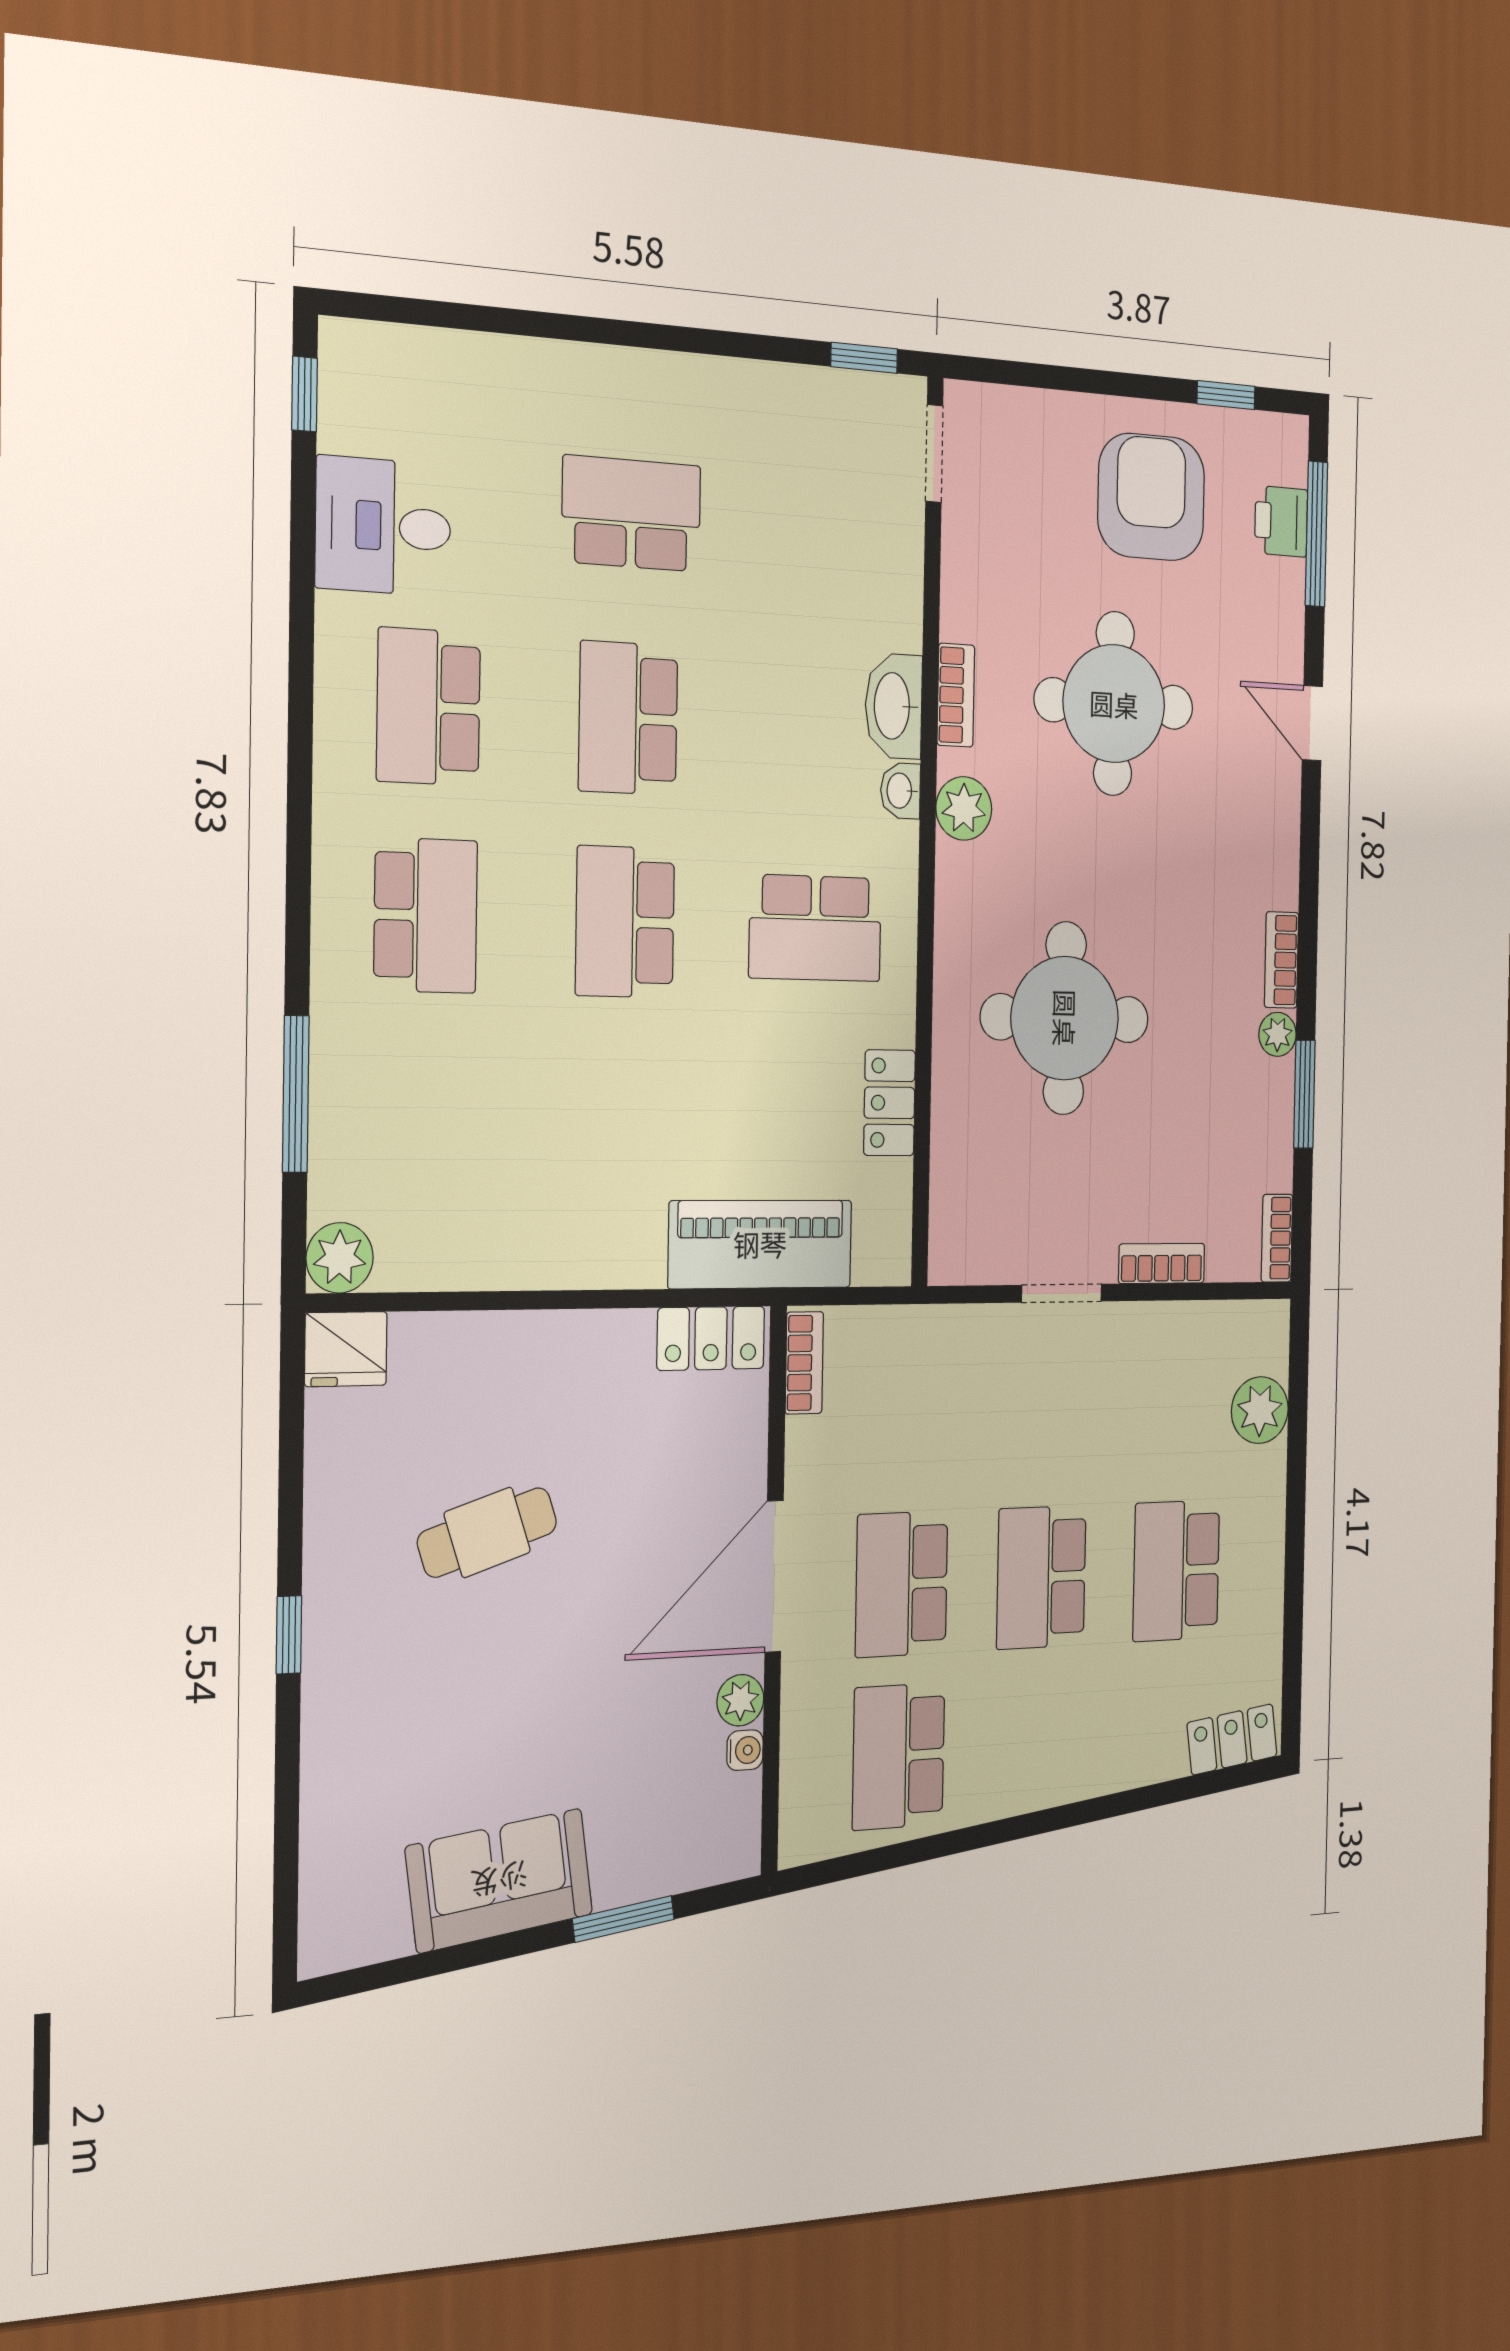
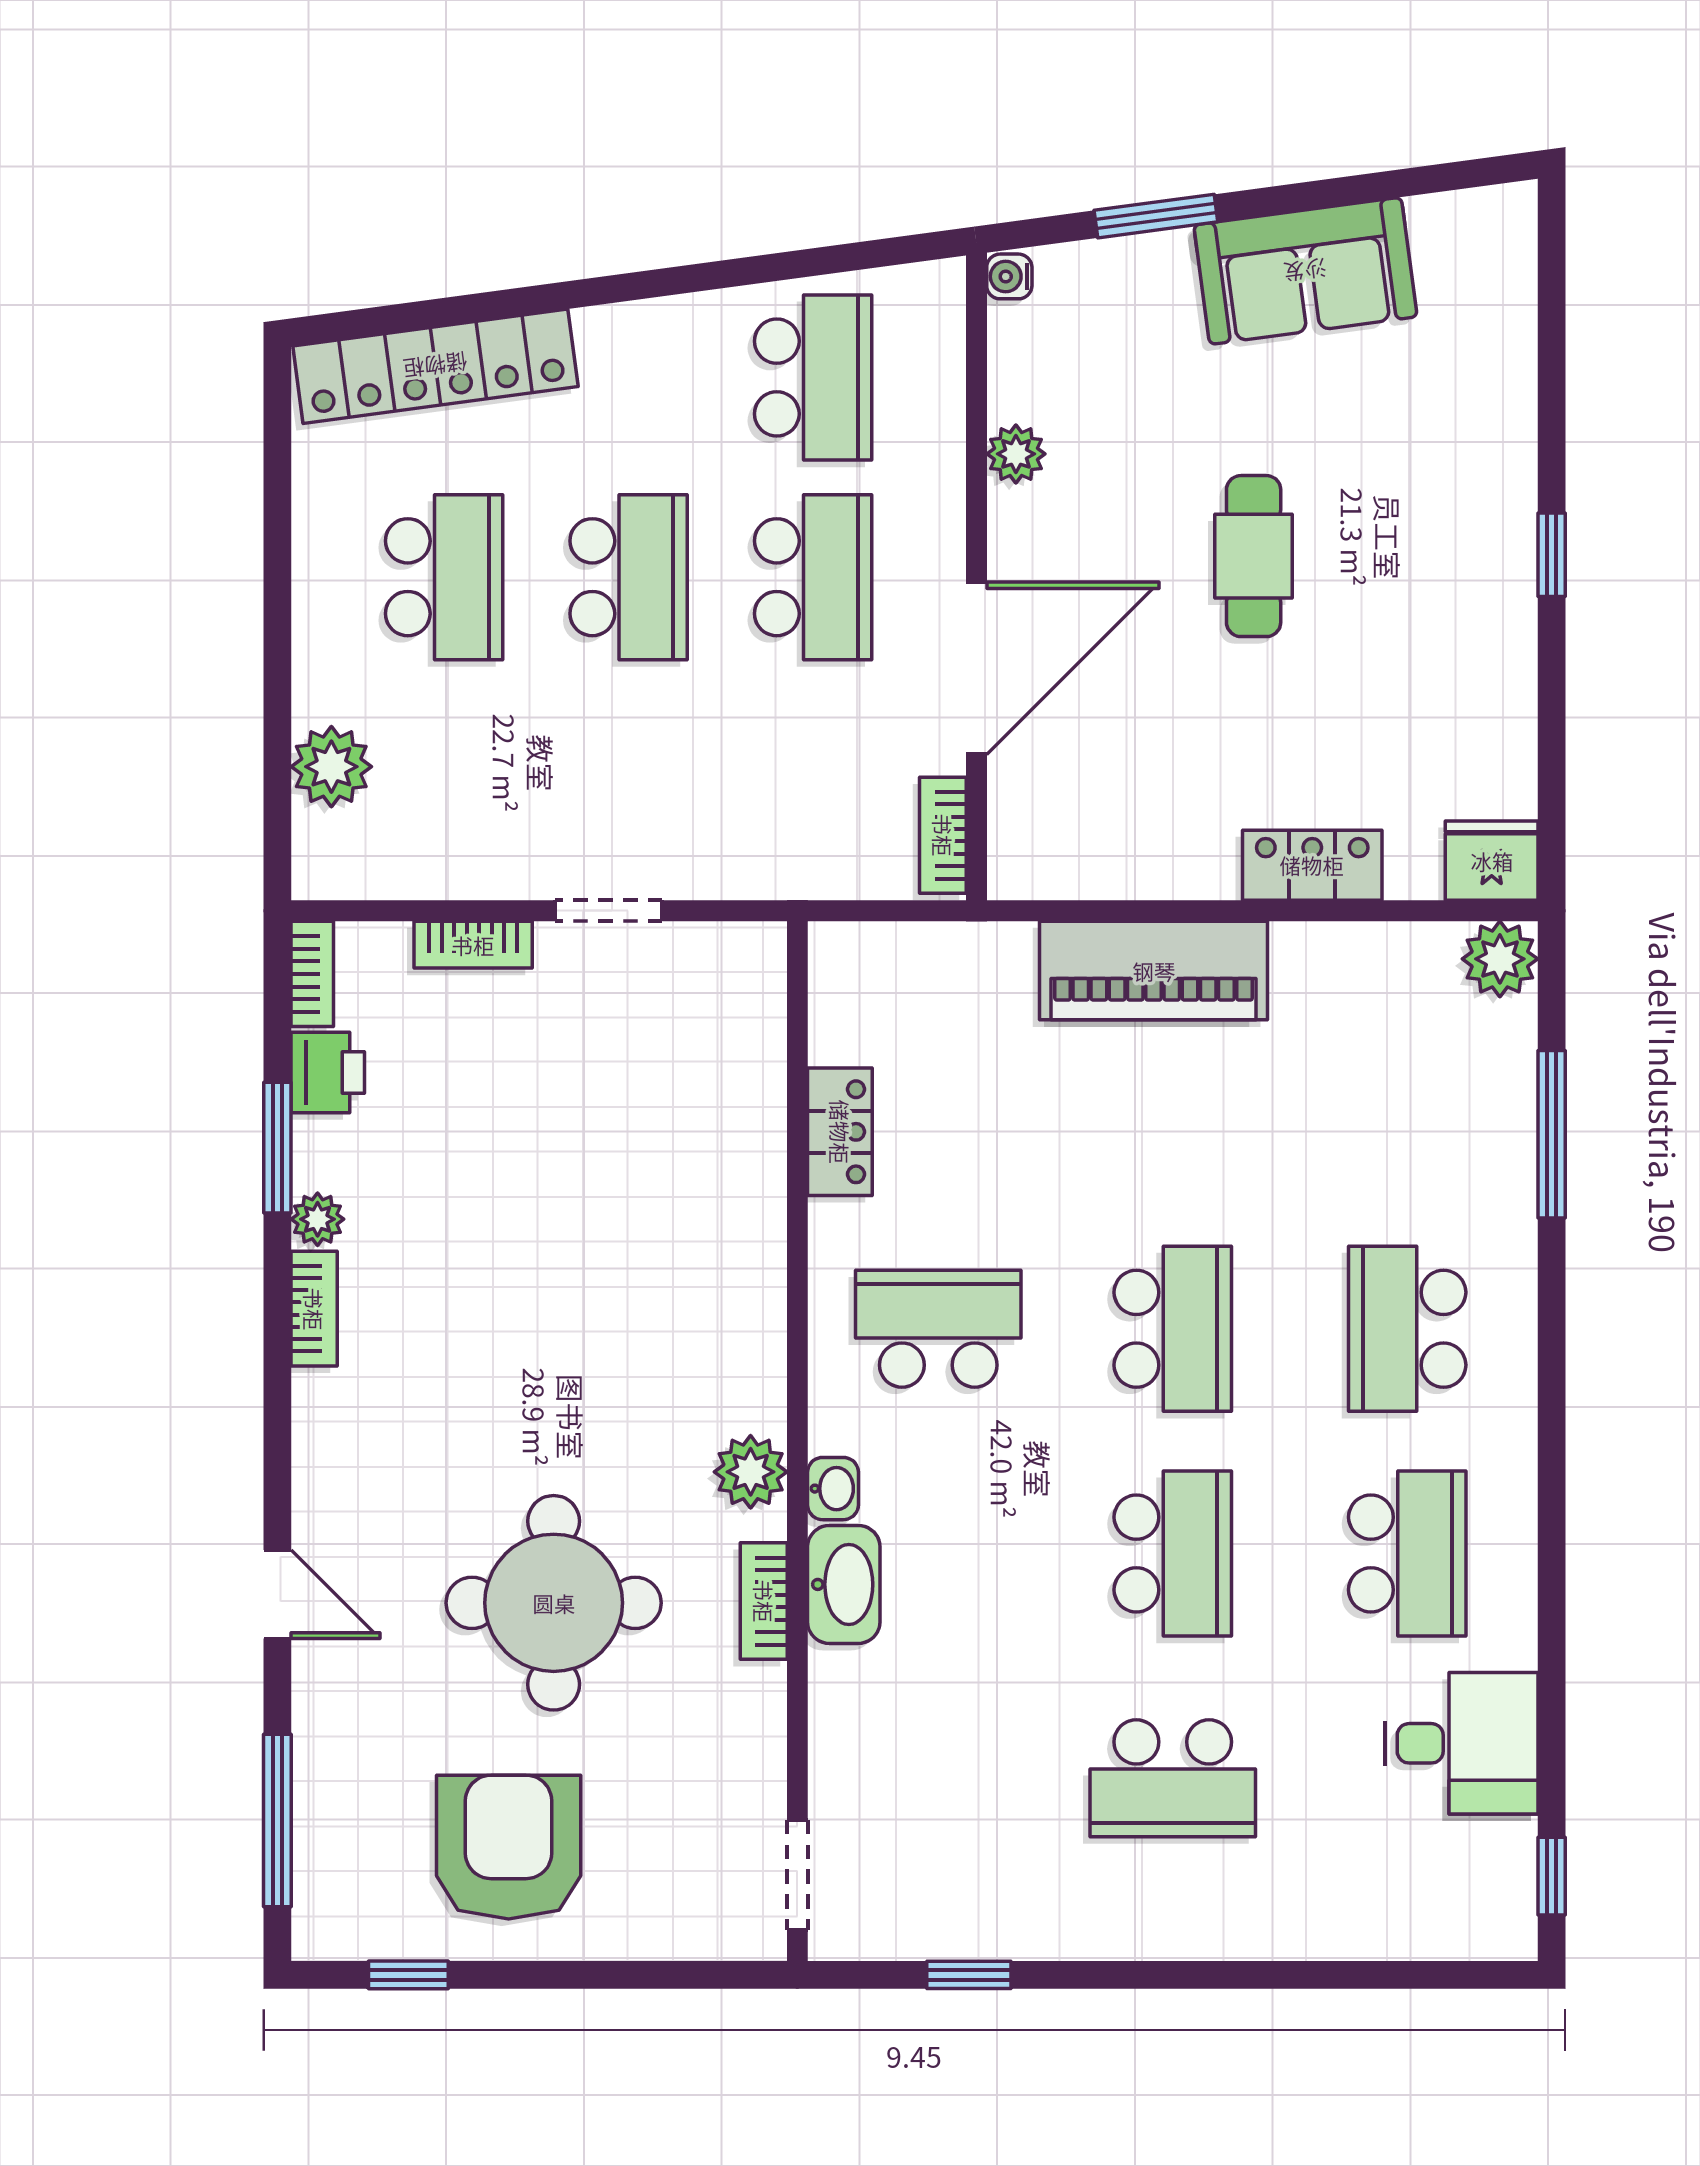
window: (864, 358) -> (969, 1975), moved
armchair: (1151, 497) -> (509, 1847), turned 180
printer: (1281, 521) -> (328, 1072), moved
round table: (1065, 1018) -> (612, 1233), removed
piano: (760, 1244) -> (1154, 971), moved
locker: (711, 1338) -> (1312, 865), moved
cafe table: (487, 1532) -> (1254, 556), moved, turned -72
door: (774, 1576) -> (976, 668), moved
locker: (1232, 1739) -> (435, 366), width x2.16, depth x1.21
water cooler: (745, 1750) -> (1009, 276), moved

